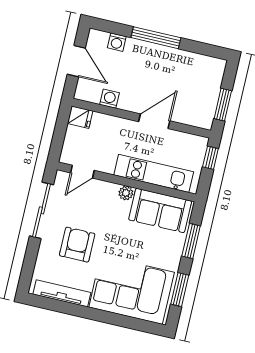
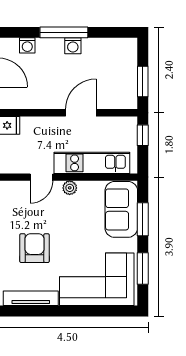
washing machine: (110, 99) -> (73, 46), moved, turned 180
door: (82, 172) -> (41, 177), moved
sofa: (160, 210) -> (121, 209), moved, turned 90

